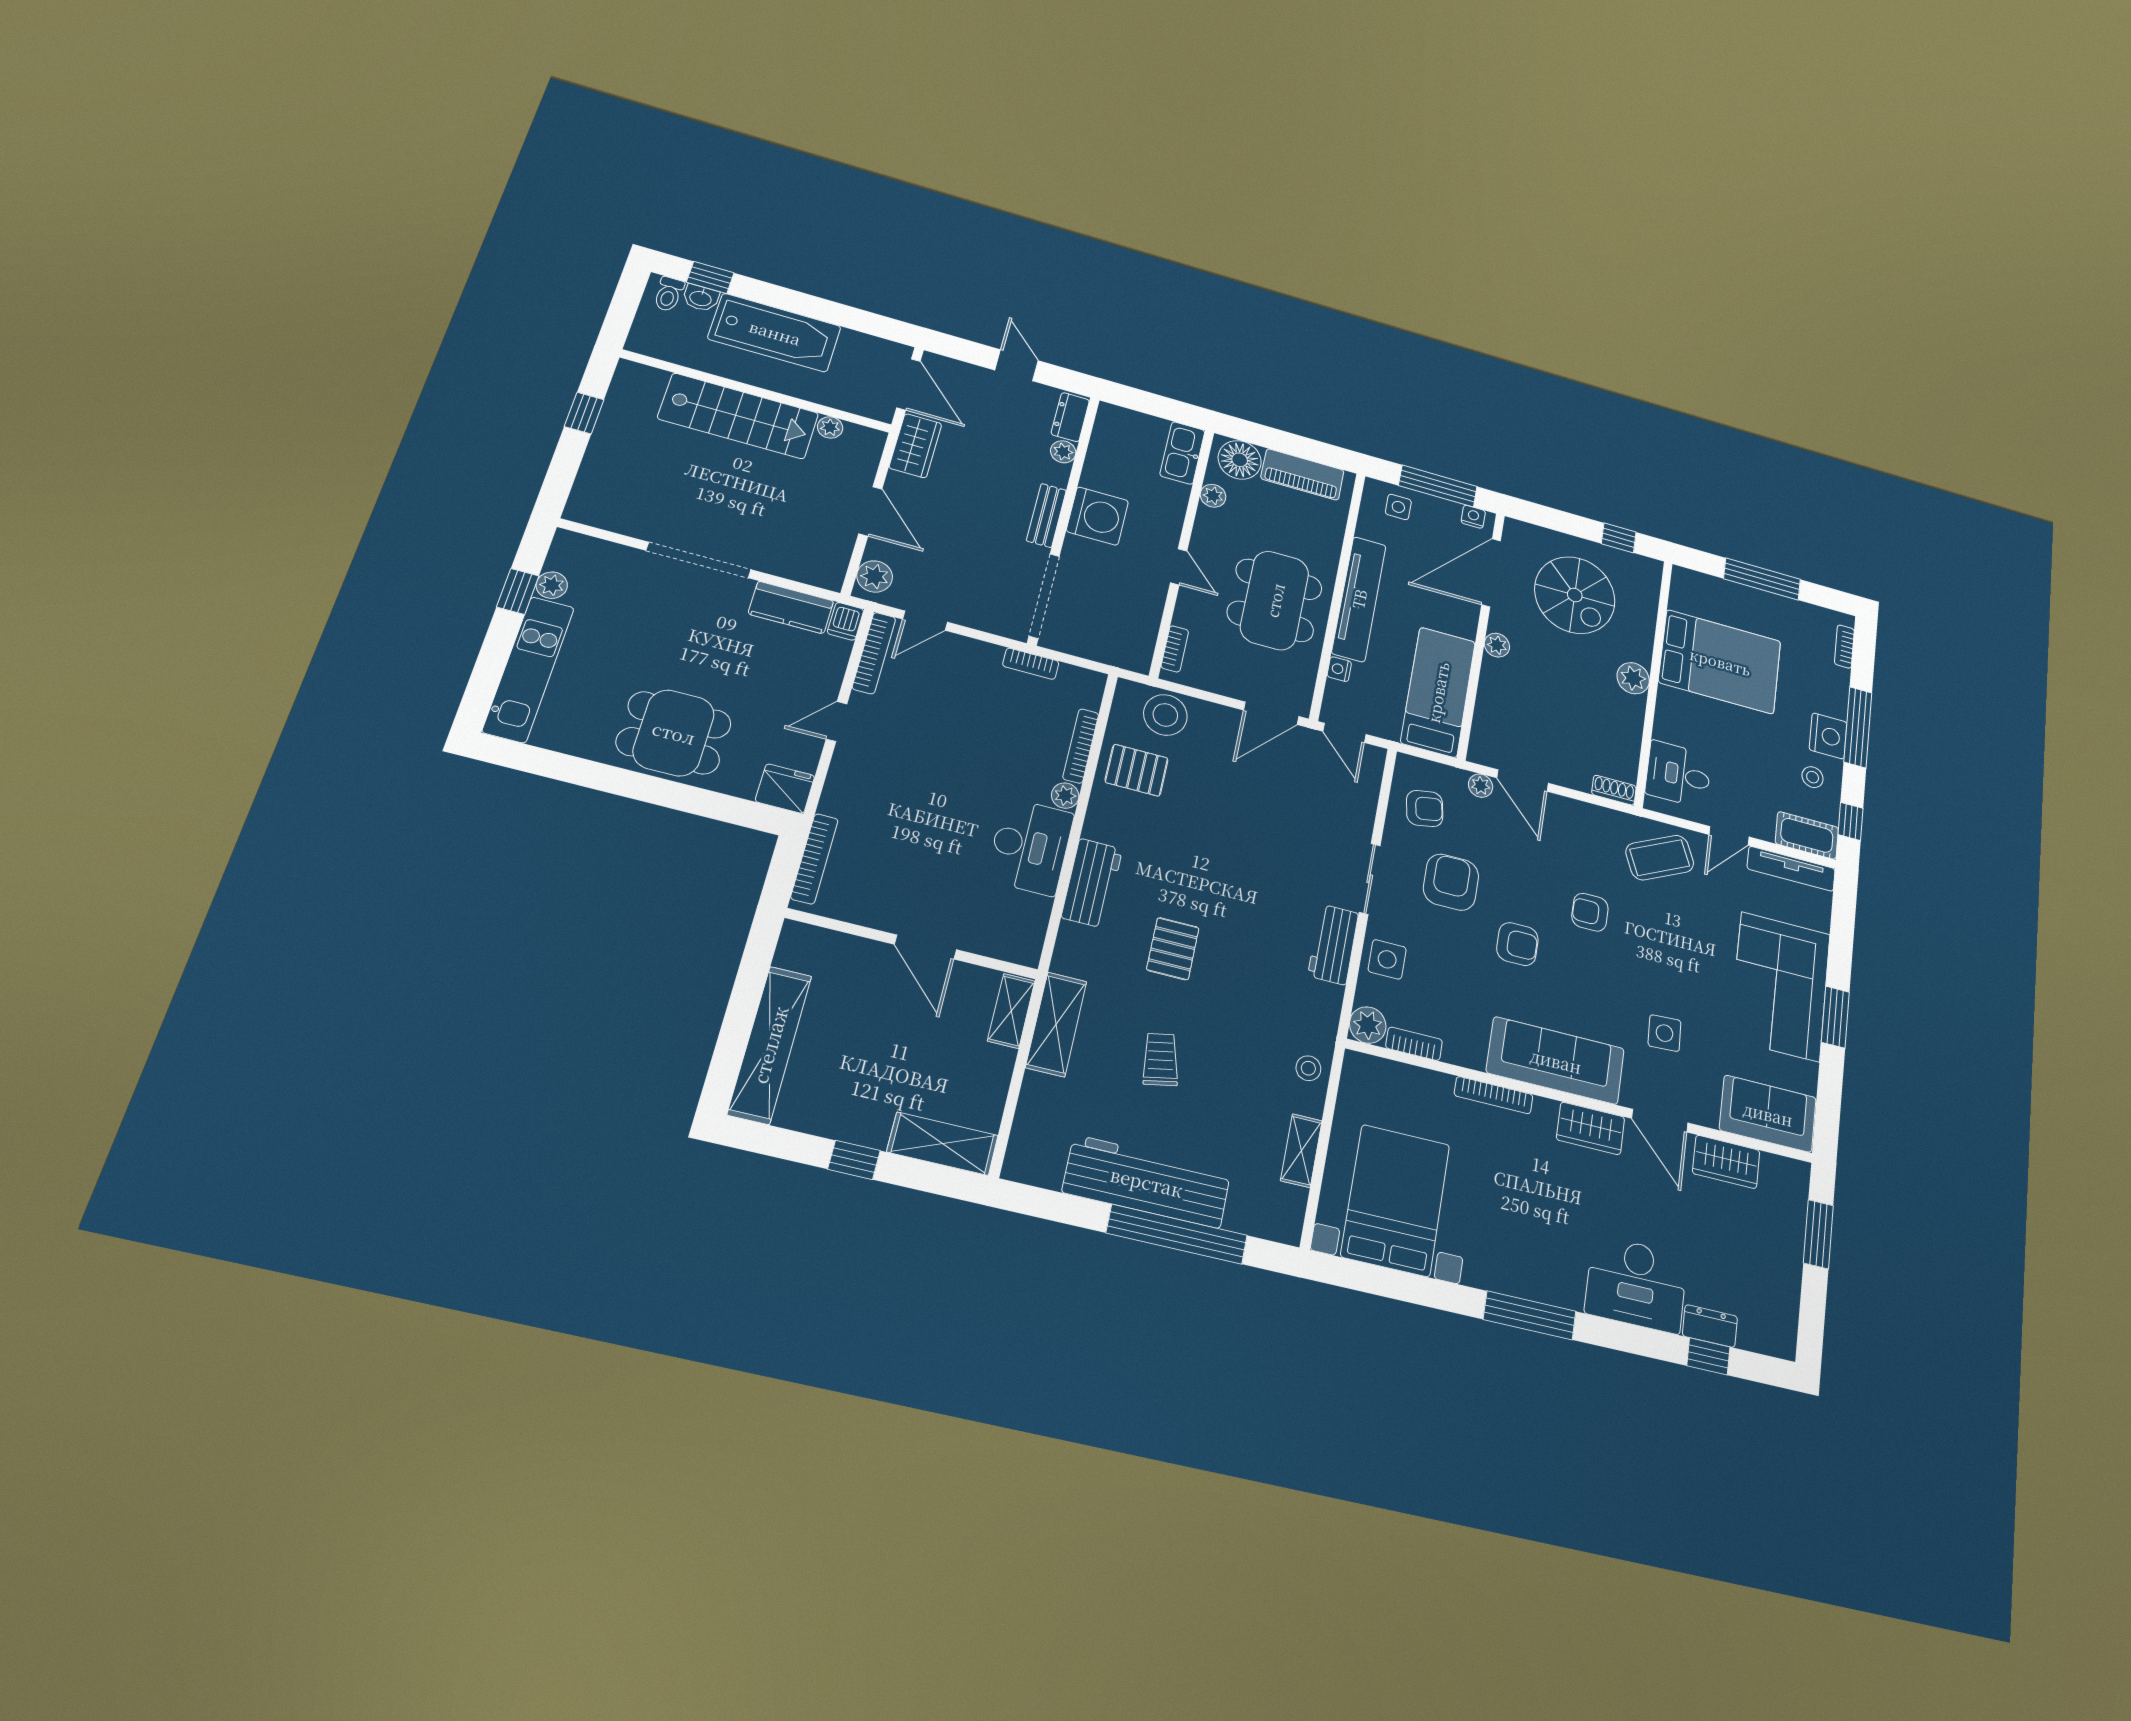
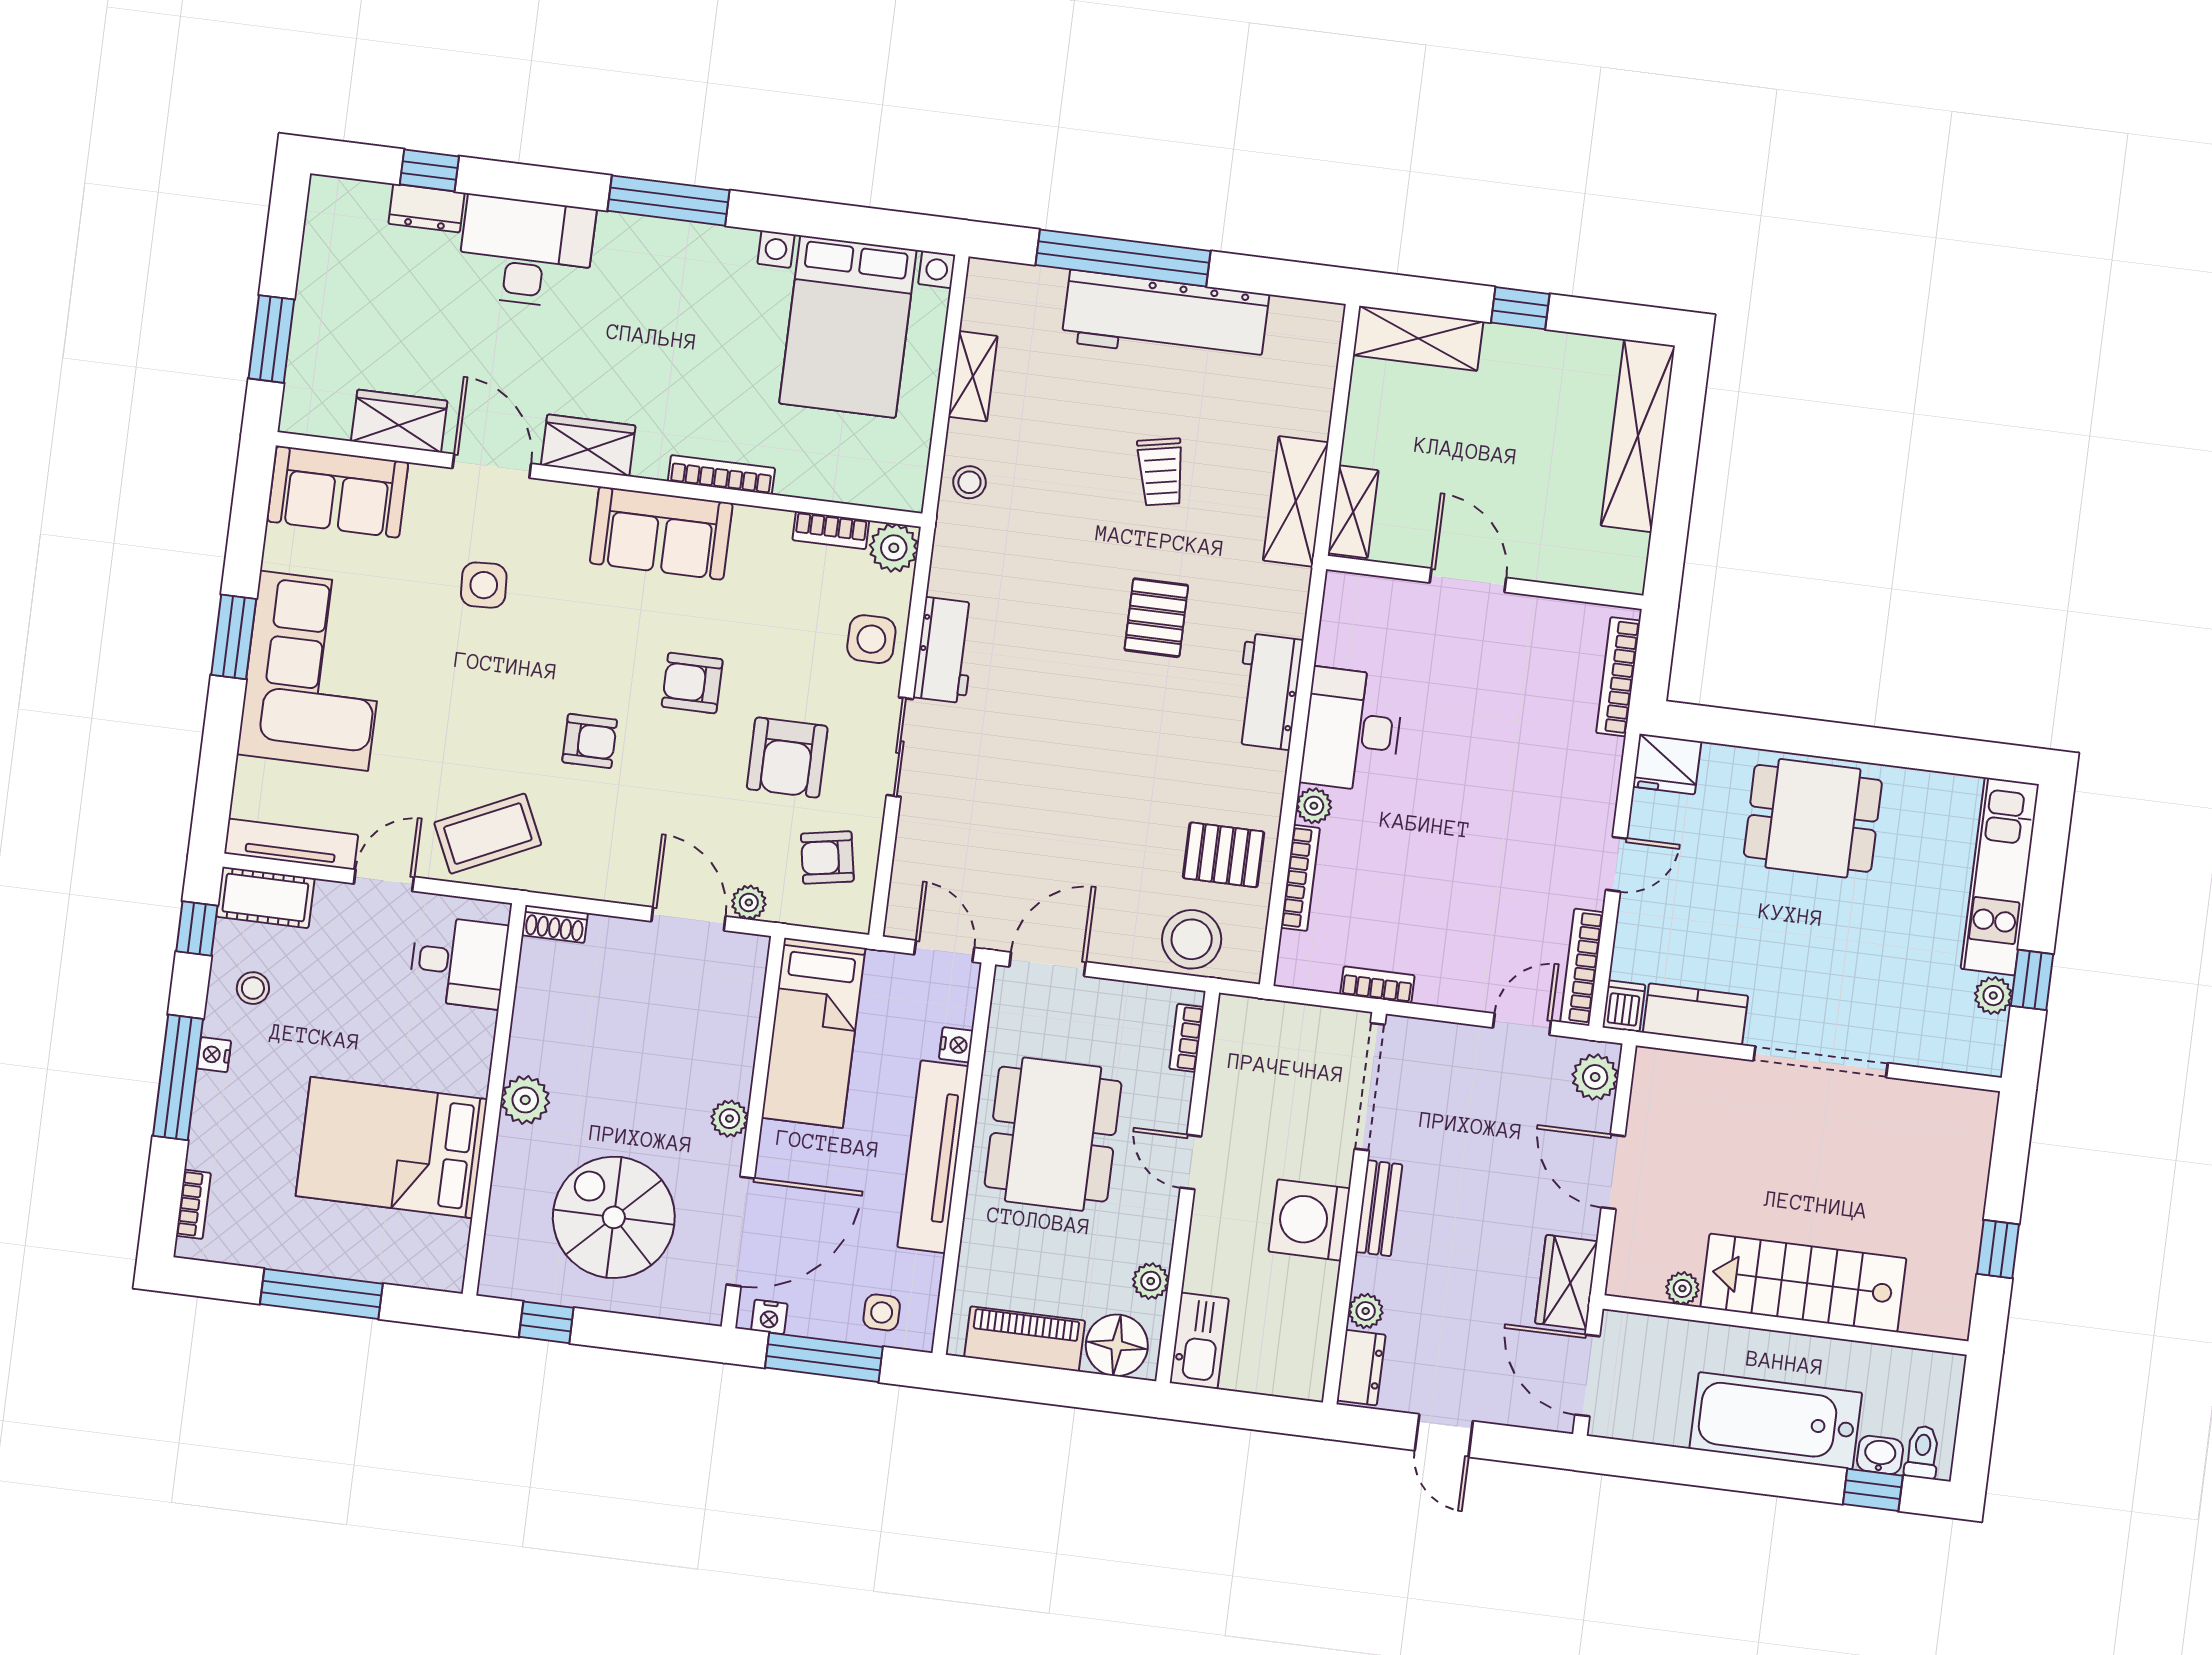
nightstand: (1828, 736) -> (214, 1055), width x0.53, depth x0.56
sofa: (1556, 1061) -> (661, 533), width x0.73

